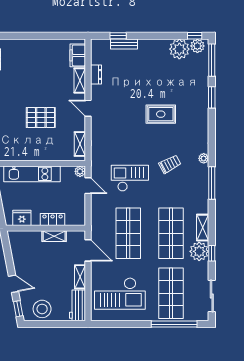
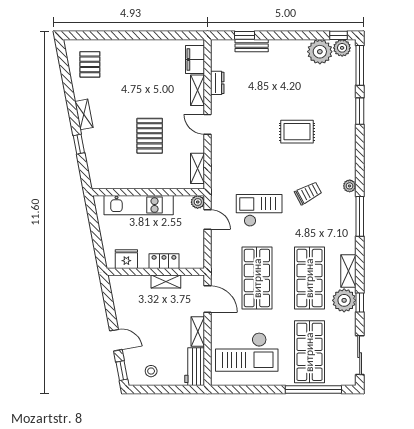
pallet: (41, 118) -> (150, 136), turned 90
stool: (42, 309) -> (151, 371), width x0.53, depth x0.53

